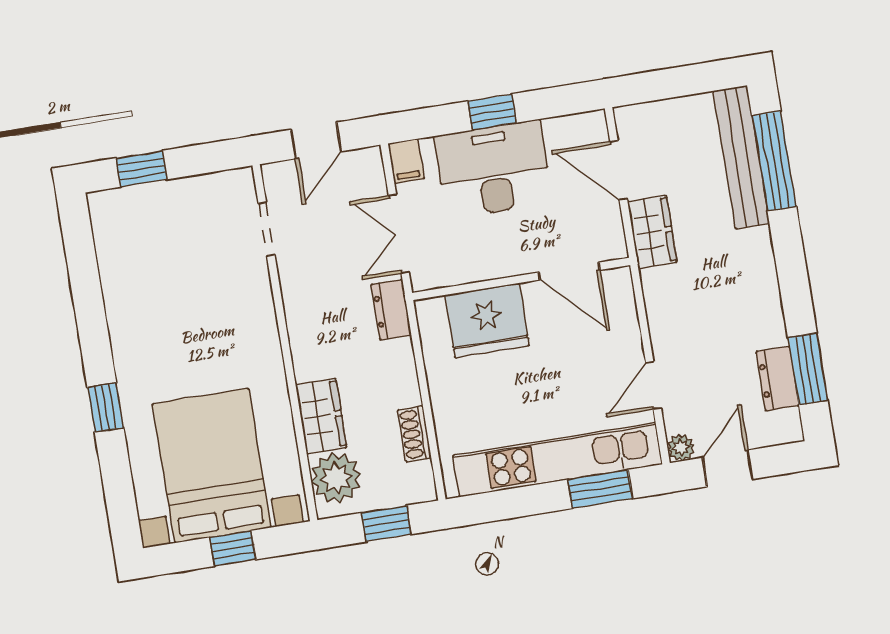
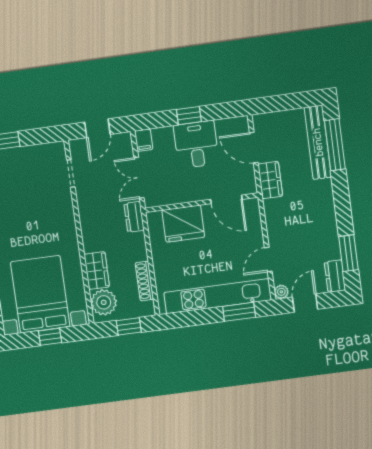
desk: (493, 169) -> (196, 144), width x0.73
dresser: (778, 379) -> (335, 276), moved
shoe rack: (414, 434) -> (144, 281), width x1.43

